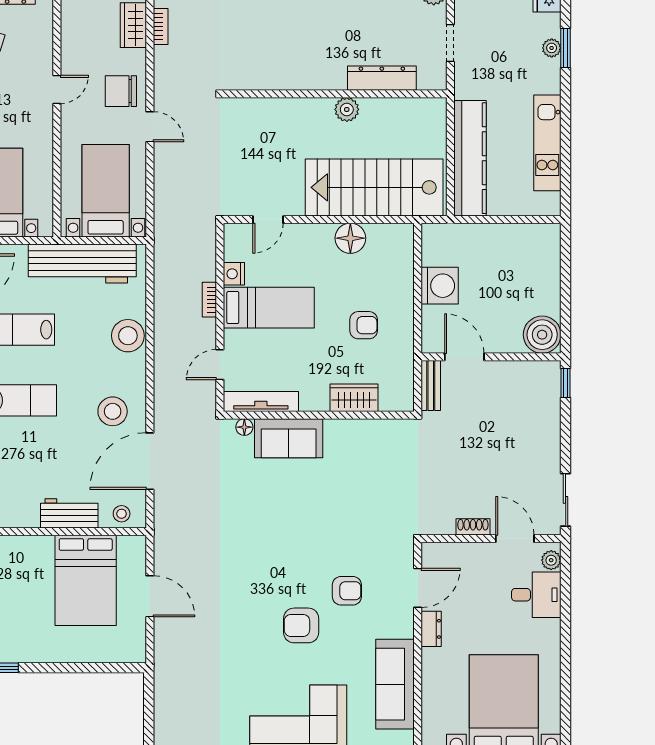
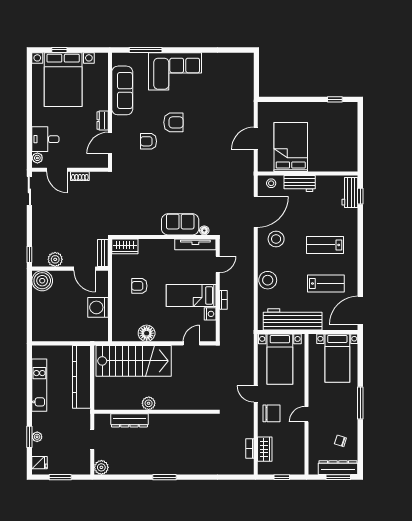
plant: (518, 374) -> (55, 259), added
wardrobe: (354, 398) -> (125, 246), moved
door: (150, 596) -> (256, 138), hinge flipped

